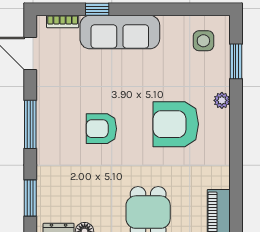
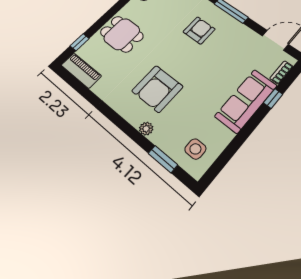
armchair: (176, 124) -> (157, 89), turned 180
armchair: (101, 129) -> (199, 30), moved

